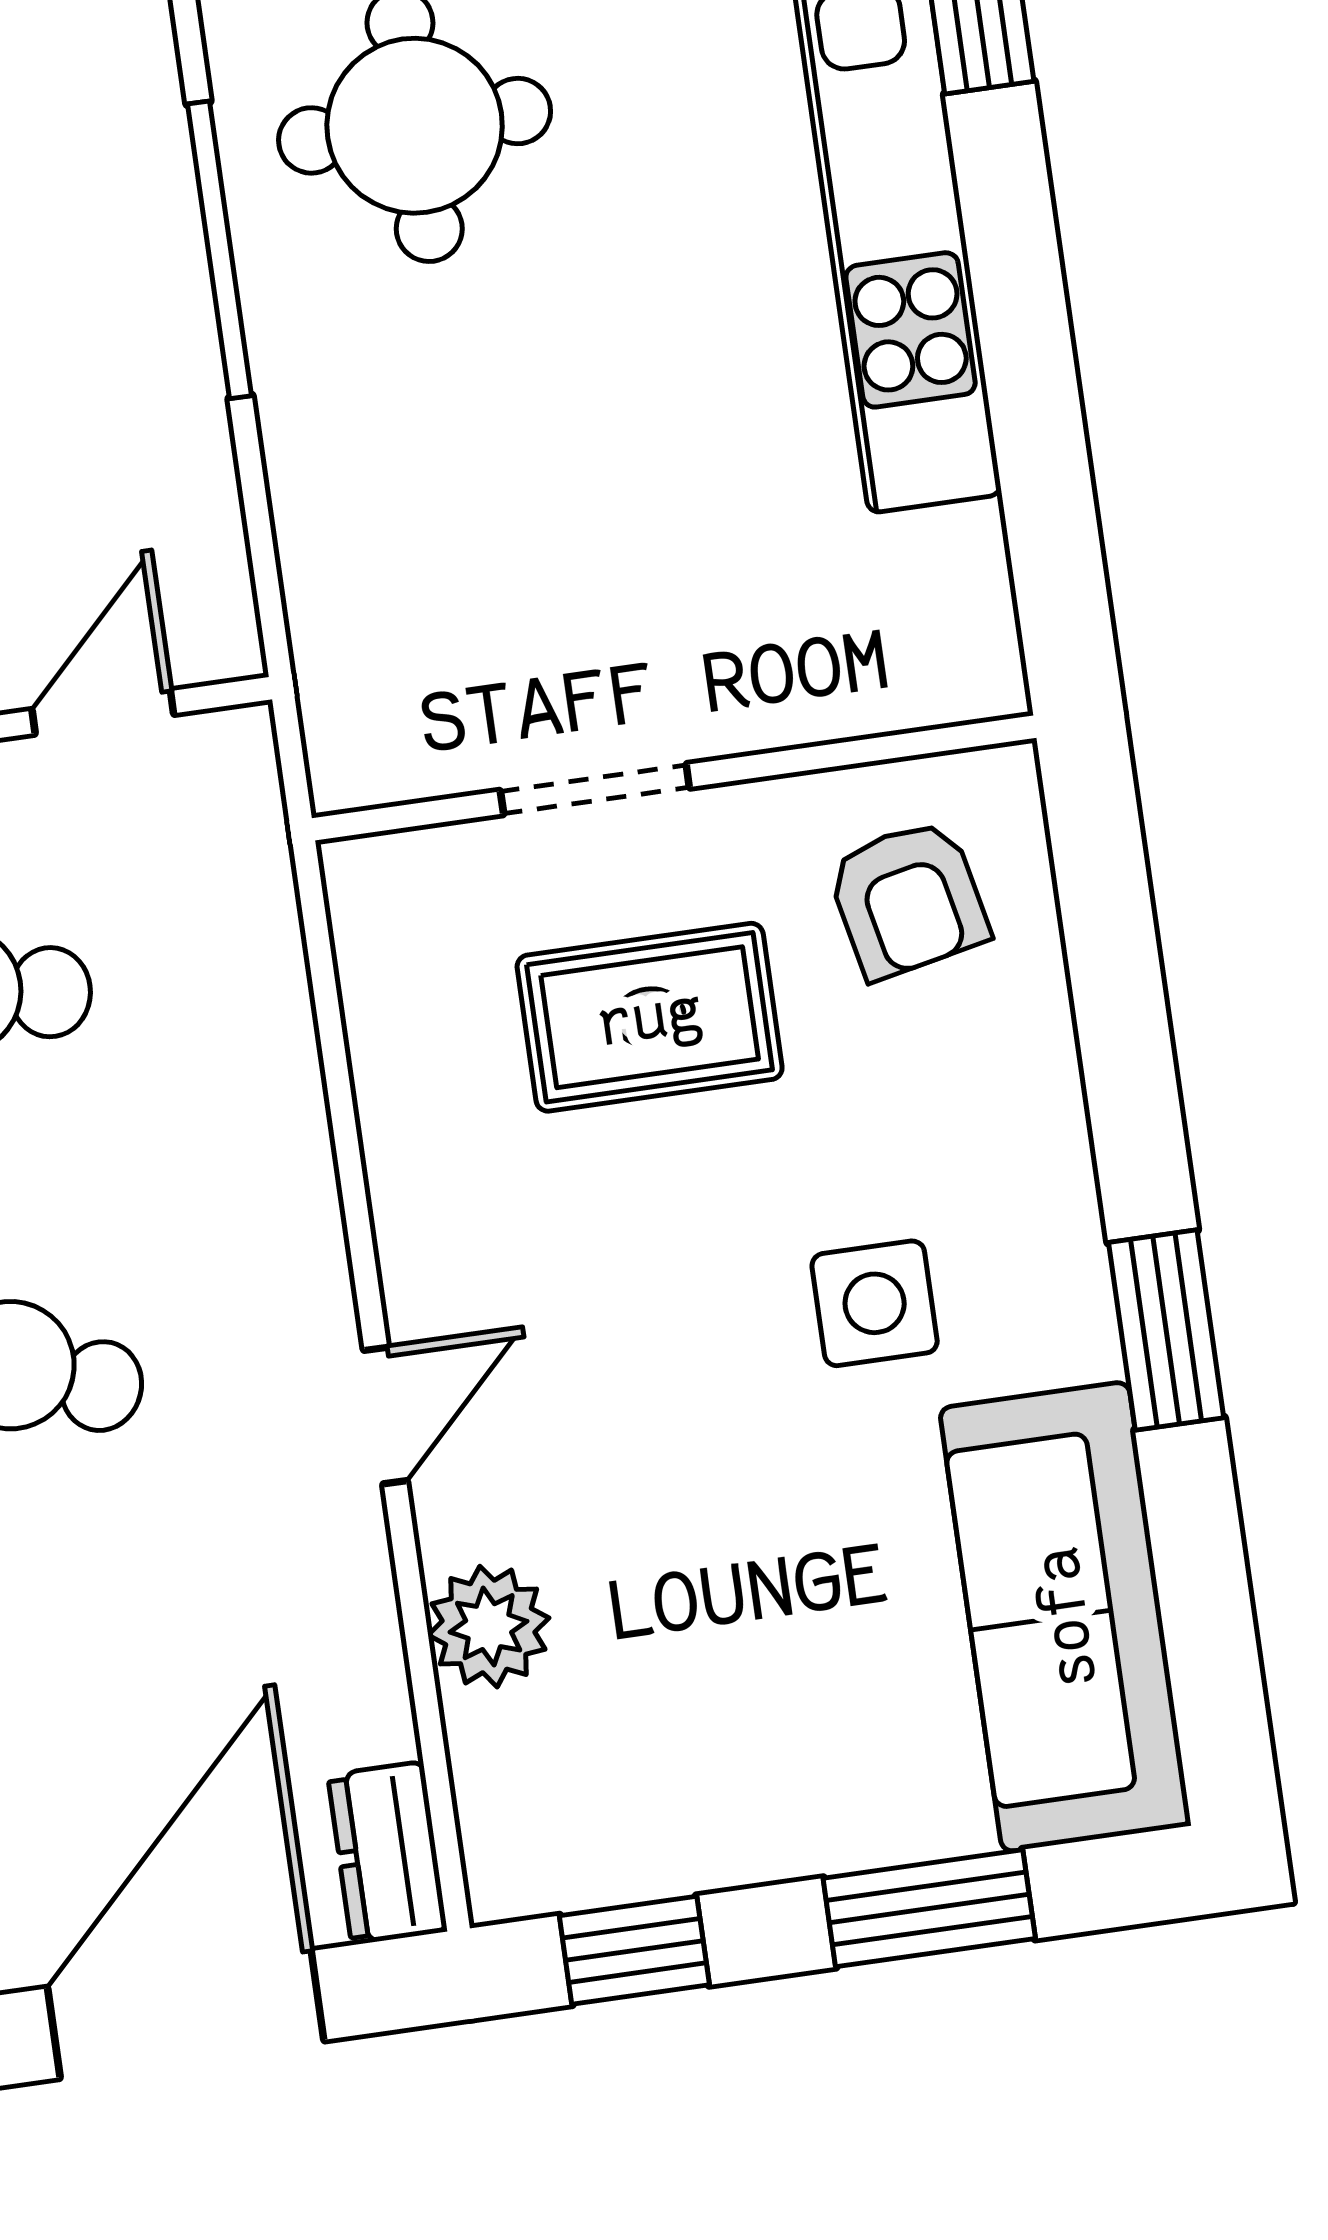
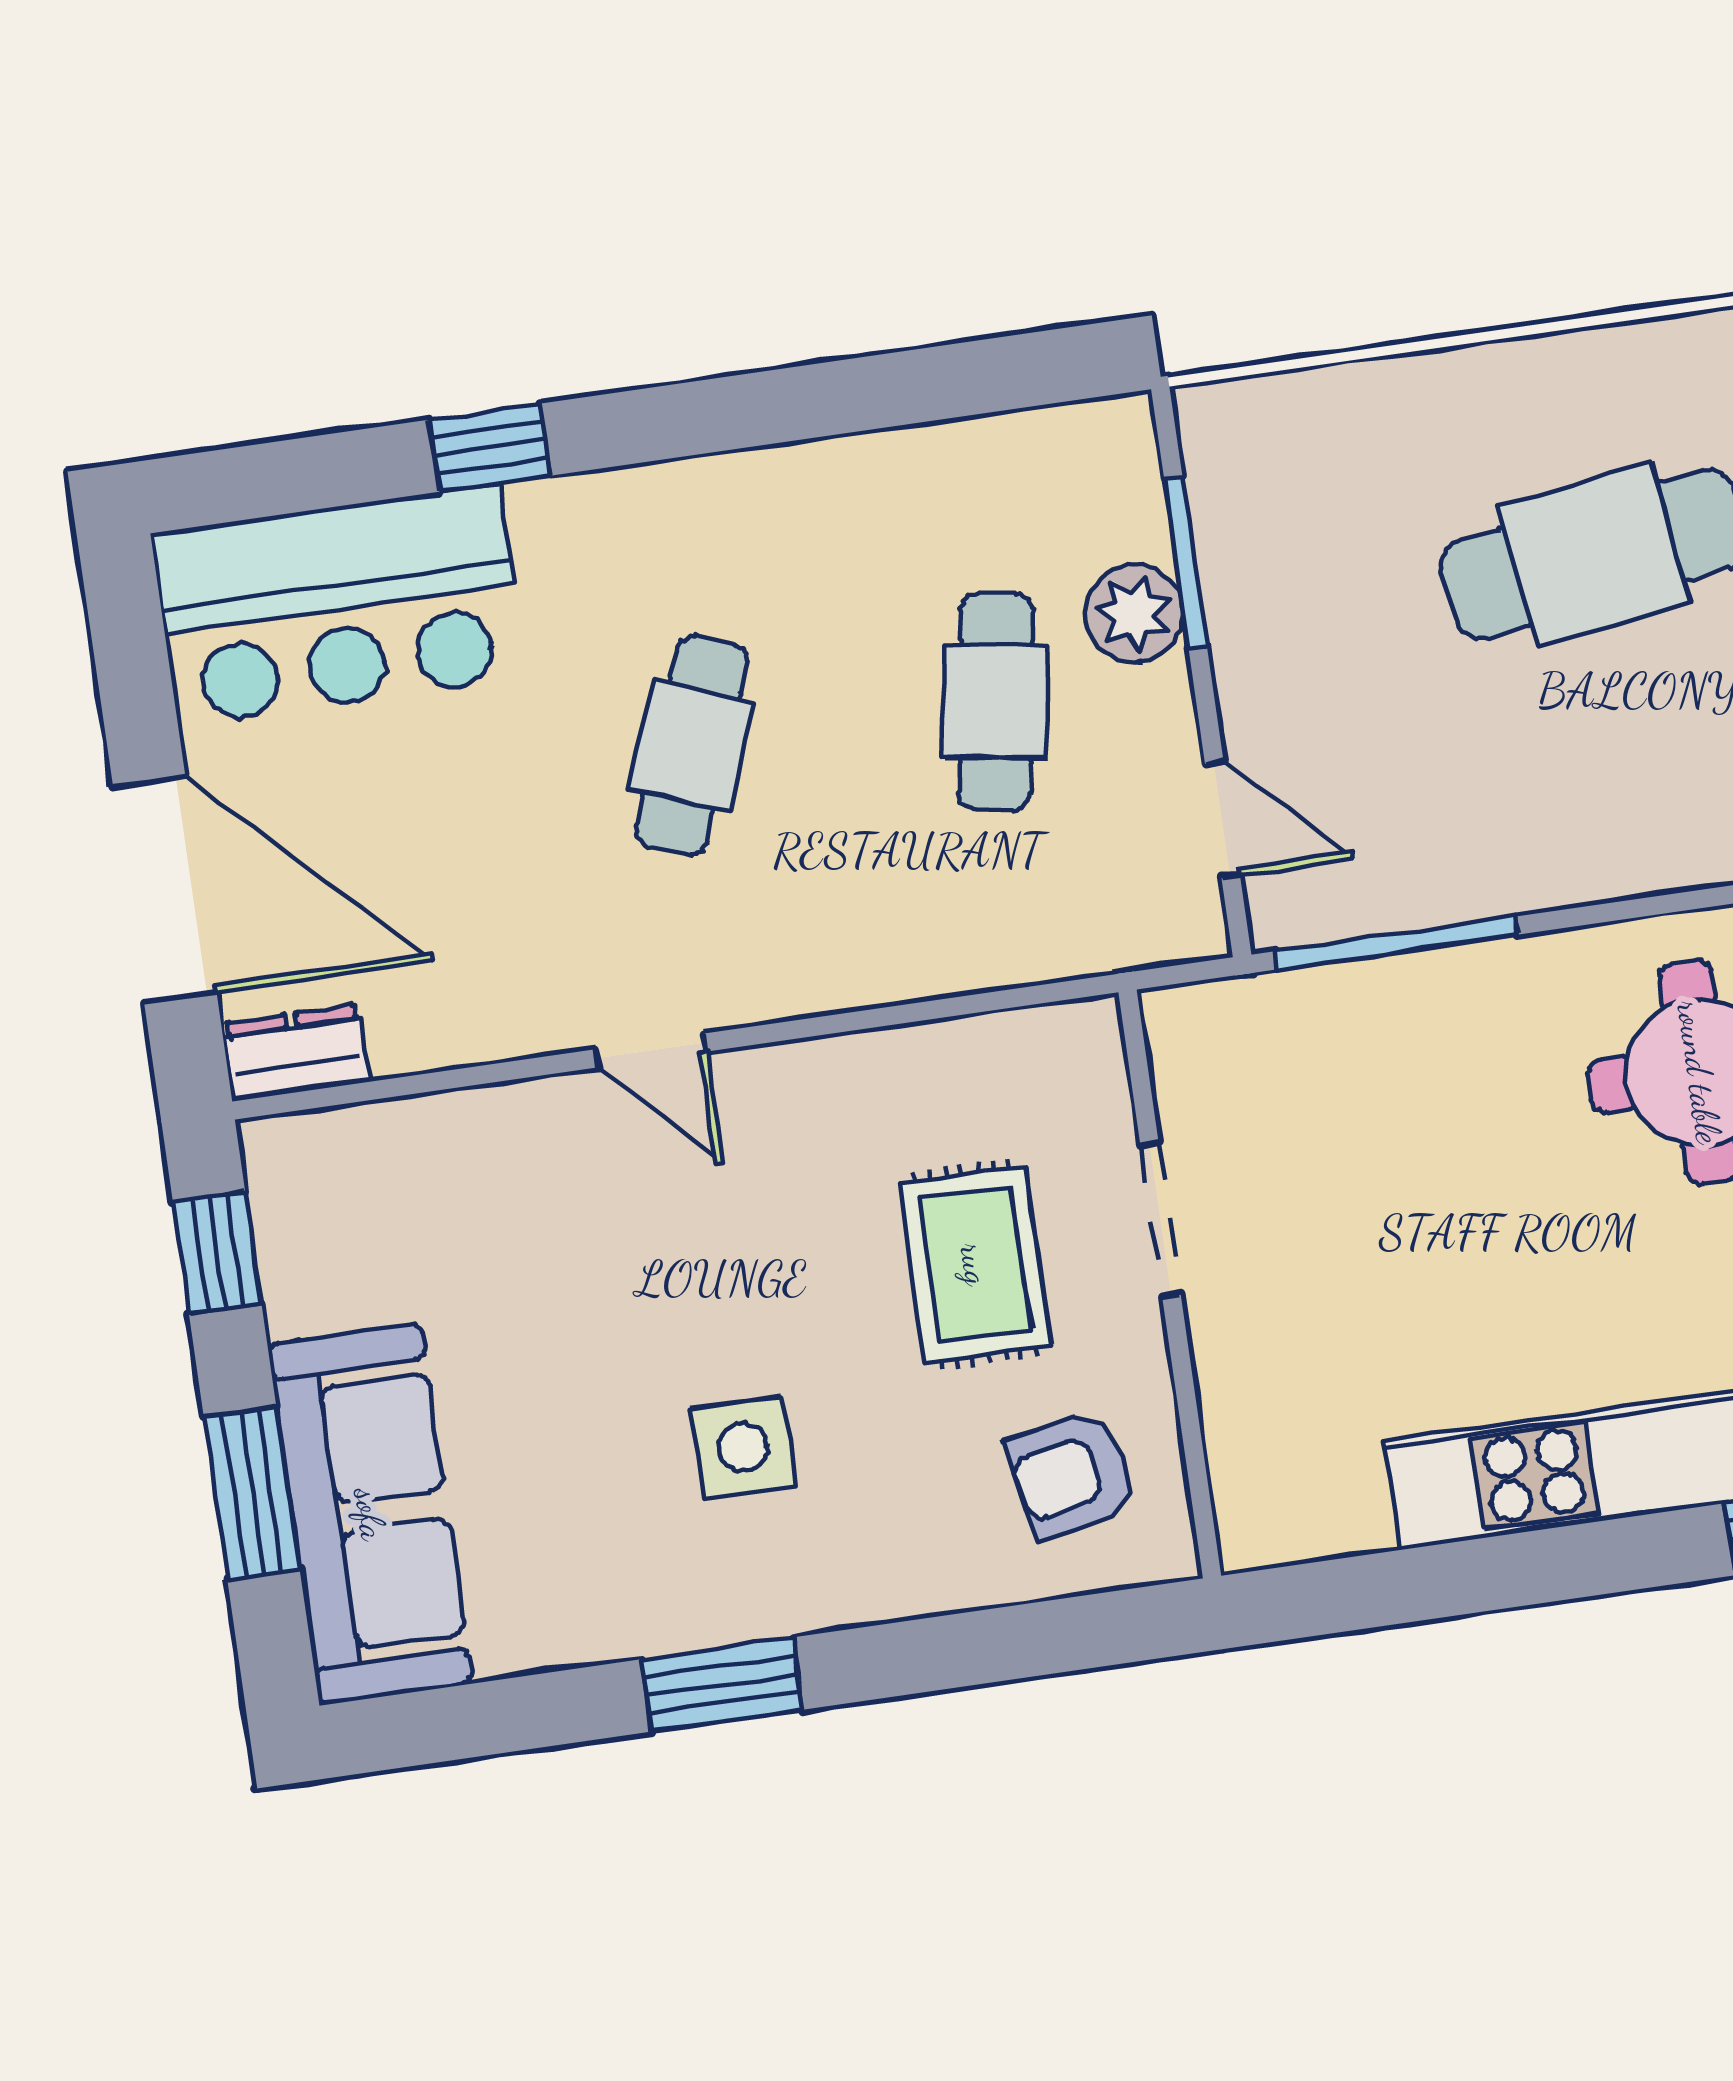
window: (220, 250) -> (1397, 943), moved
sofa: (1065, 1617) -> (370, 1514), moved, turned 90
plant: (489, 1627) -> (480, 1134), removed

